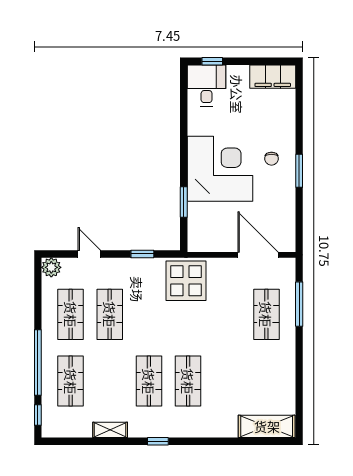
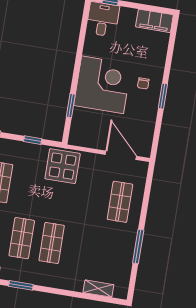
window: (299, 304) -> (138, 247), moved
shelving: (267, 426) -> (98, 289), width x0.67, depth x0.75
window: (158, 441) -> (21, 285), width x1.50

